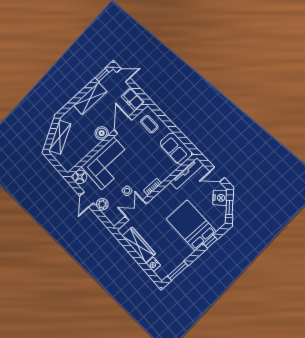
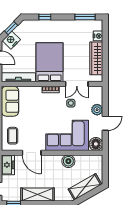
door: (123, 125) -> (32, 153), hinge flipped
boiler: (102, 133) -> (68, 161), moved
bed: (191, 225) -> (50, 62), moved, turned 180

